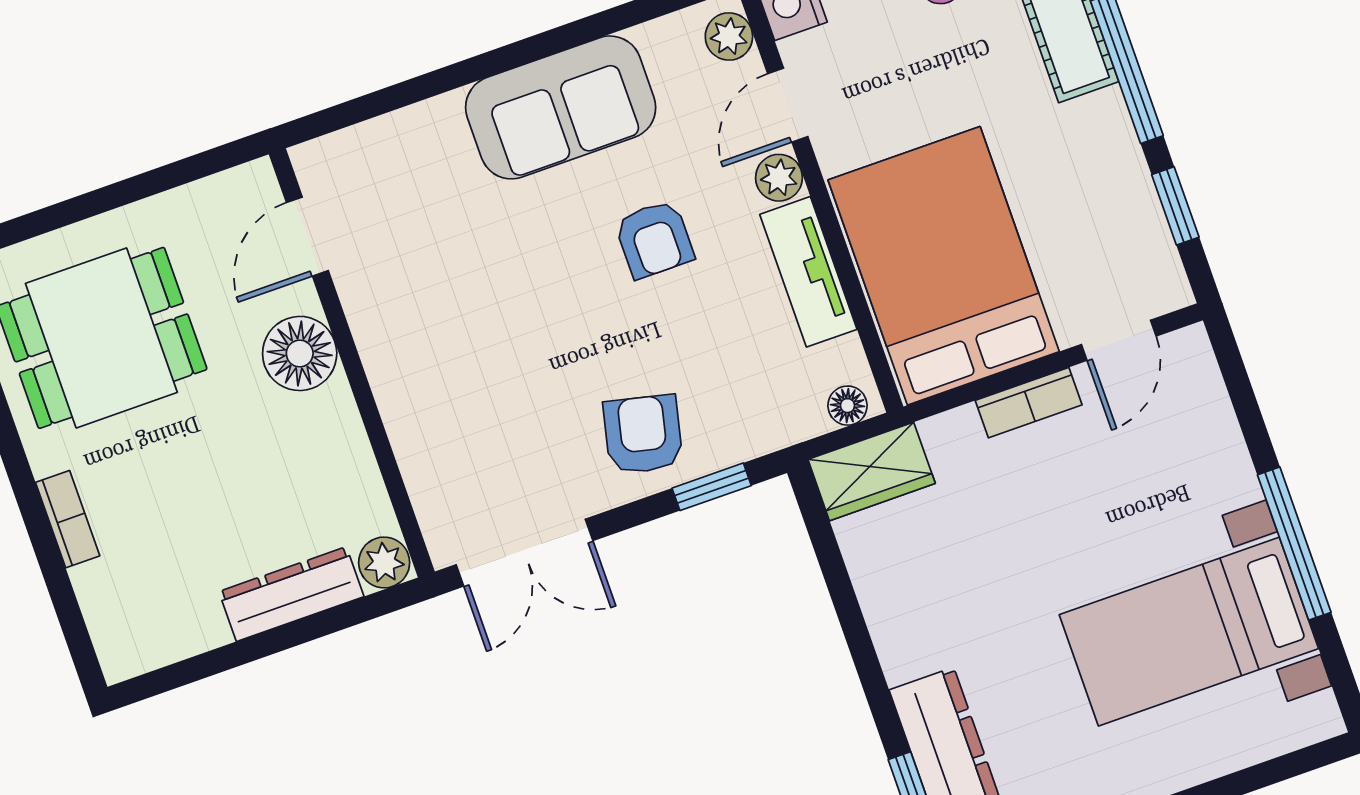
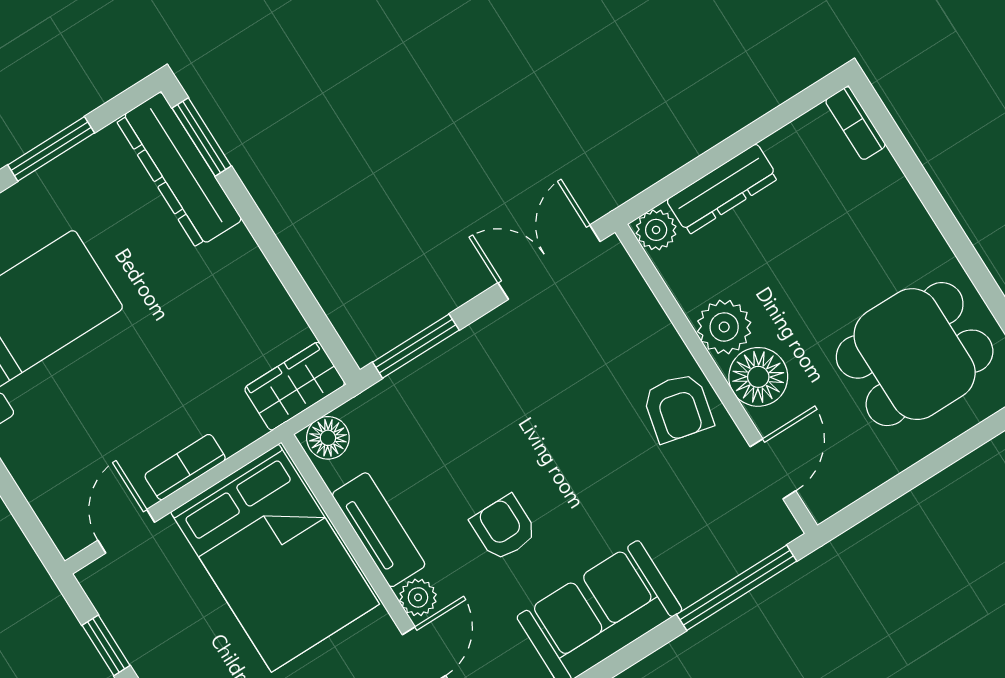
window: (385, 101) -> (737, 588), added
floor lamp: (847, 406) -> (328, 438), width x1.37, depth x1.37
plant: (328, 424) -> (724, 327), added
armchair: (643, 434) -> (678, 408), moved
window: (712, 487) -> (416, 346), width x1.50
bookcase: (68, 519) -> (855, 123), moved

